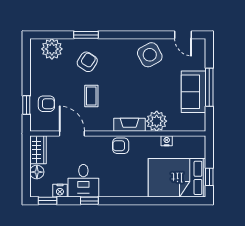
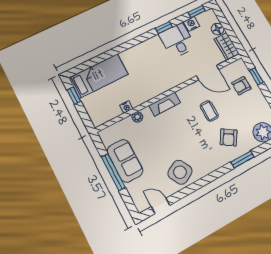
plant: (157, 121) -> (137, 117), width x0.53, depth x0.53
armchair: (121, 146) -> (163, 83), removed
bed: (177, 178) -> (99, 76), width x0.67

